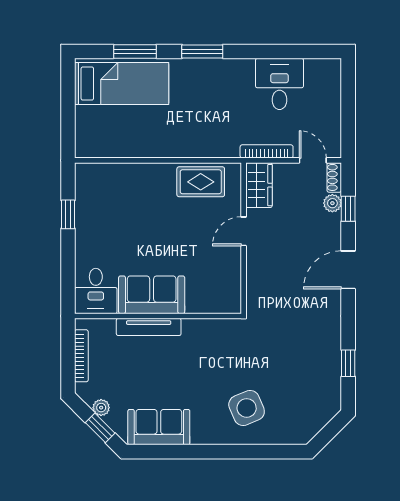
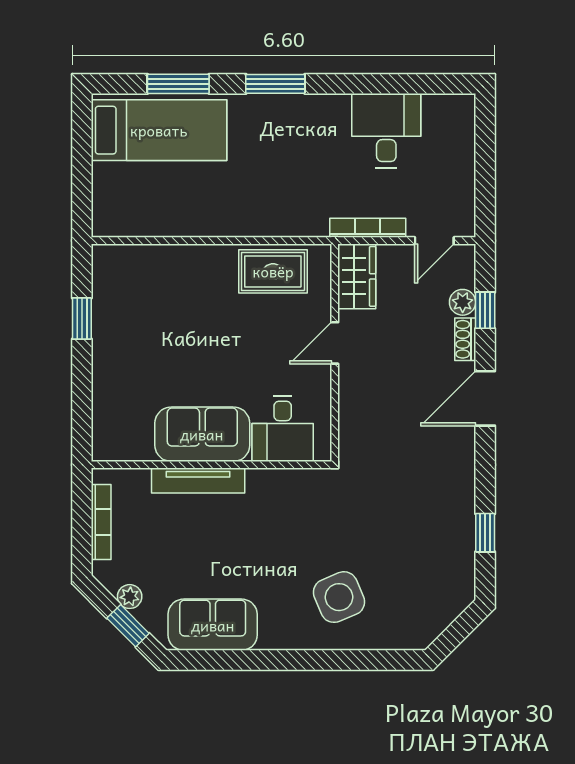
door: (313, 160) -> (434, 241), swing flipped
shoe rack: (334, 177) -> (465, 339), moved
desk: (96, 291) -> (283, 429), moved

